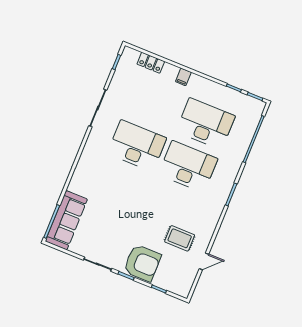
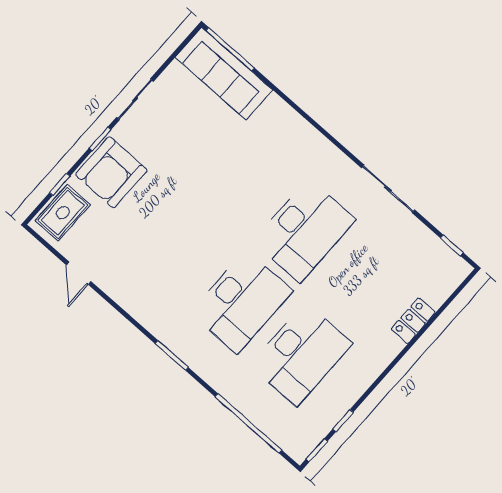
locker: (151, 63) -> (413, 321), moved
filing cabinet: (183, 77) -> (389, 345), removed
rug: (180, 238) -> (63, 213), moved

